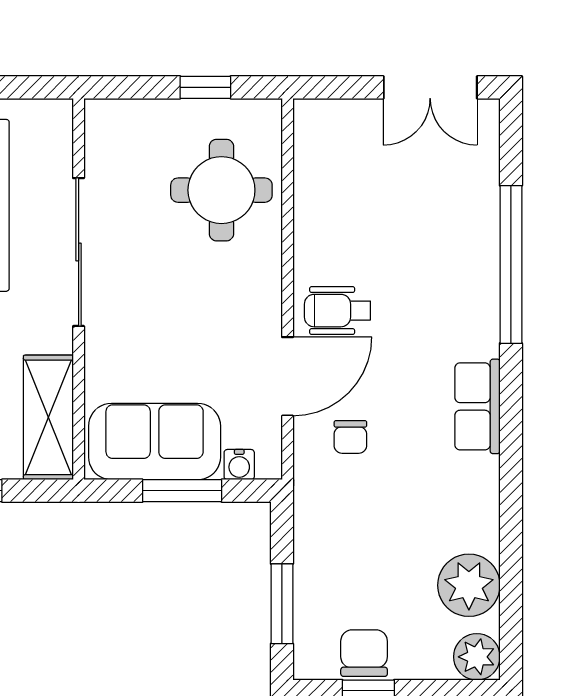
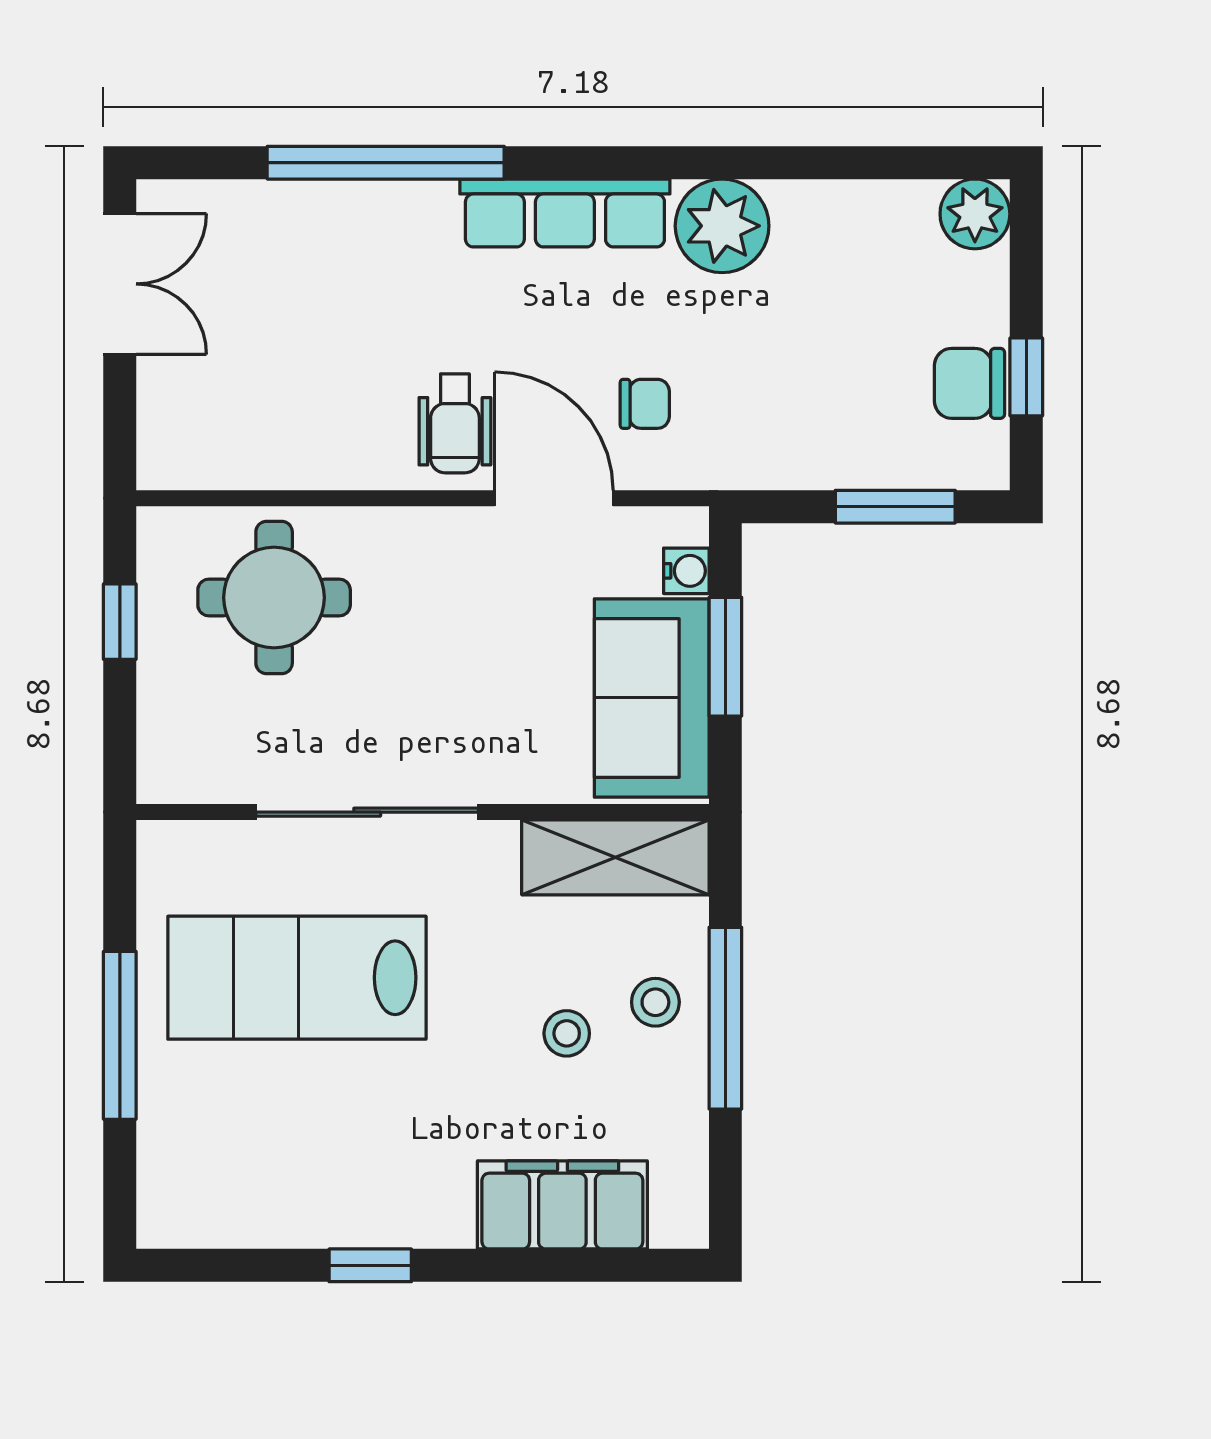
row of seats: (477, 406) -> (565, 213), width x1.48
plant: (469, 585) -> (722, 226), moved

